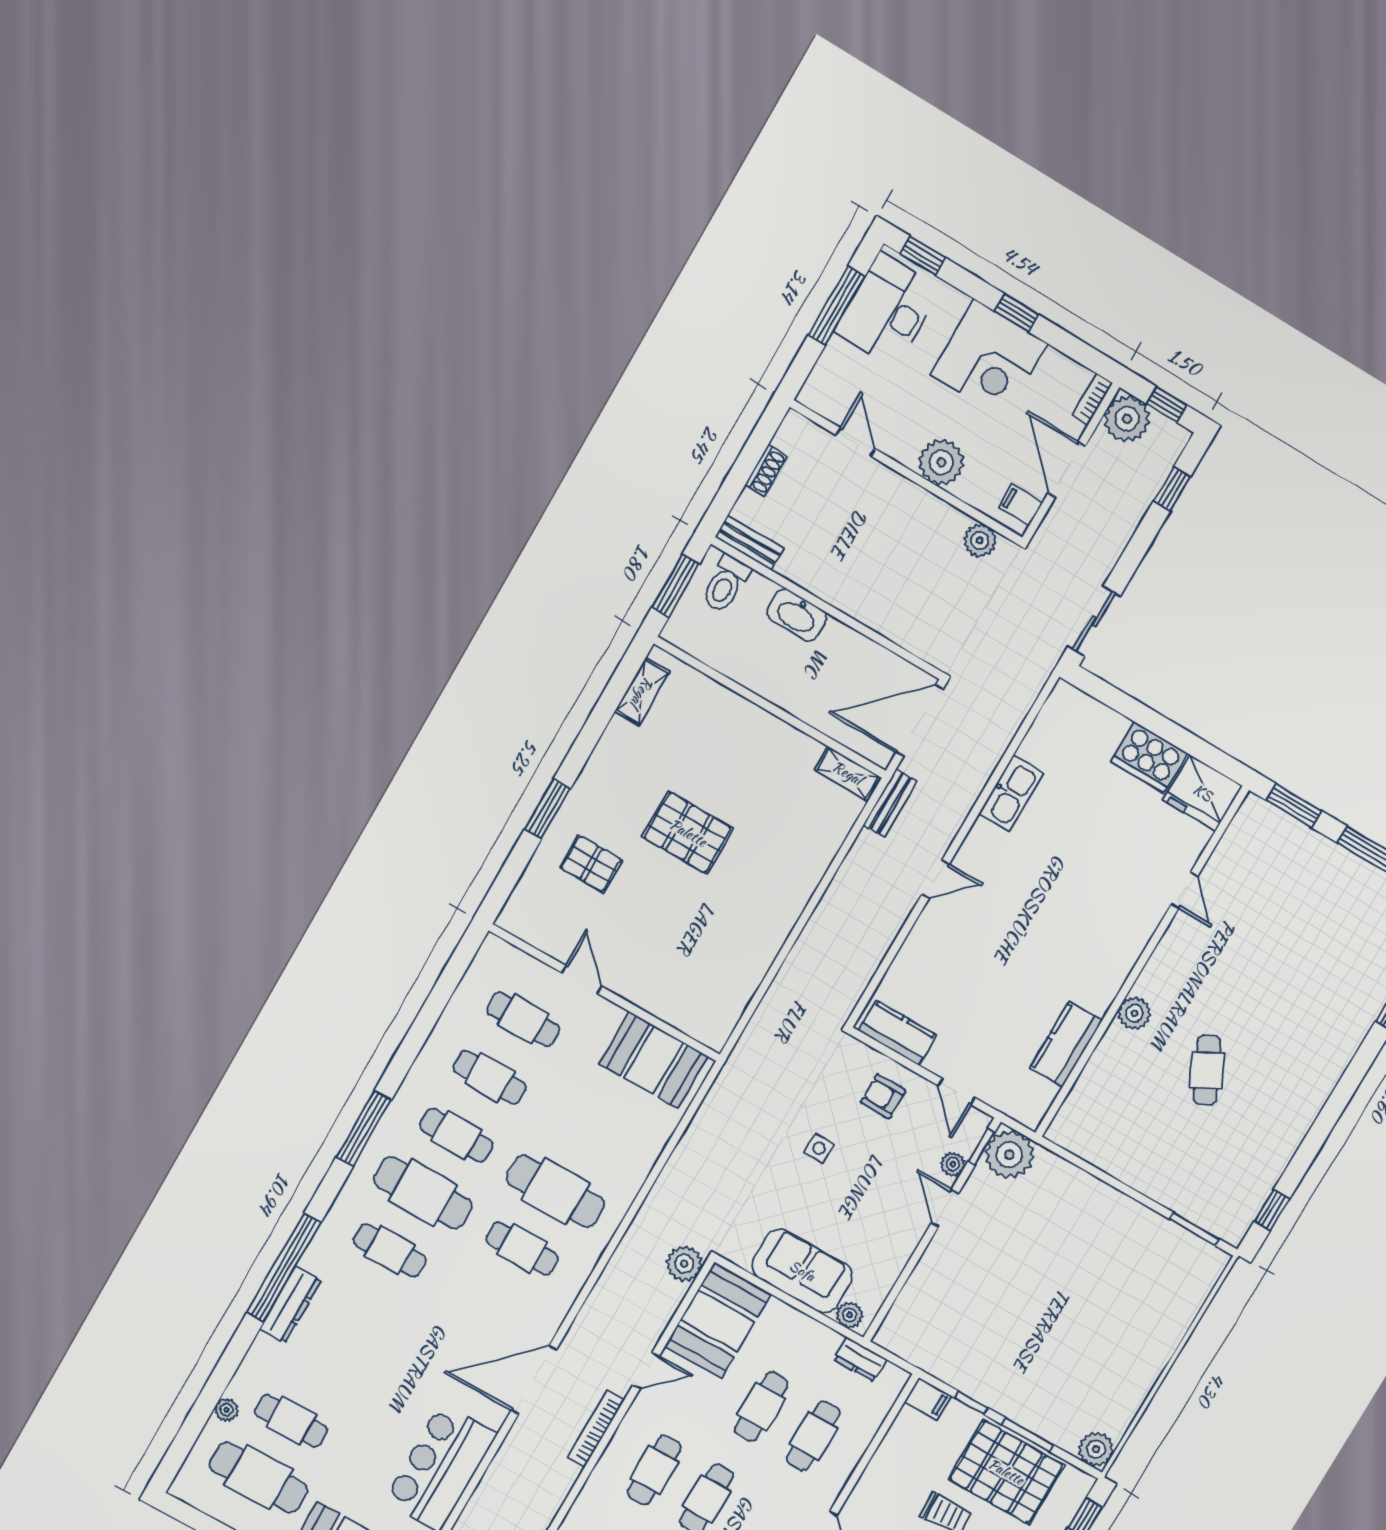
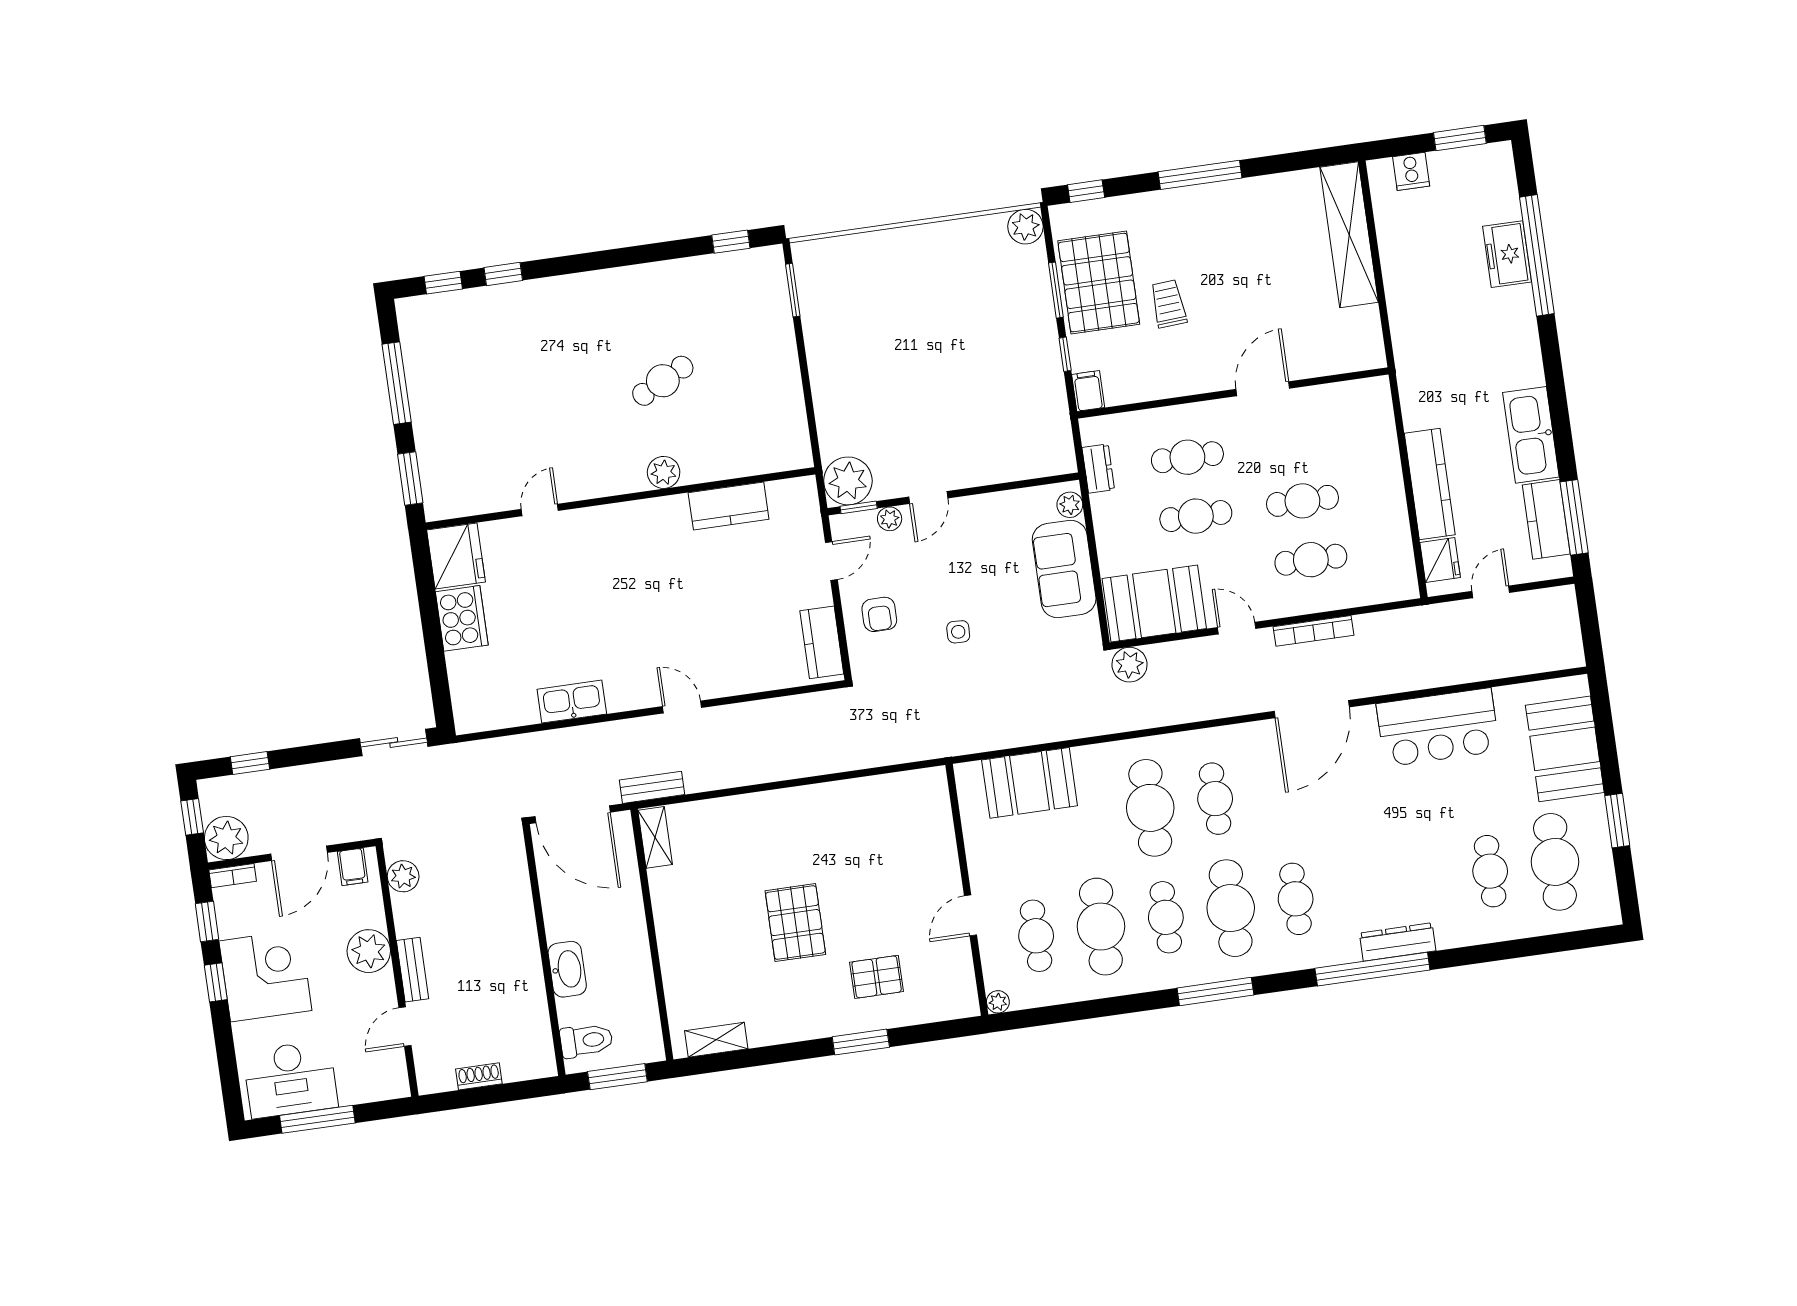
window: (923, 256) -> (207, 921), moved
bench: (749, 543) -> (413, 970), moved
pallet: (591, 864) -> (877, 977), turned 90
booth: (654, 1060) -> (1030, 783), moved, turned 90
cafe table: (490, 1077) -> (1101, 927), width x1.37, depth x1.35
door: (534, 1380) -> (1312, 709), hinge flipped
plant: (226, 1410) -> (998, 1002), moved

